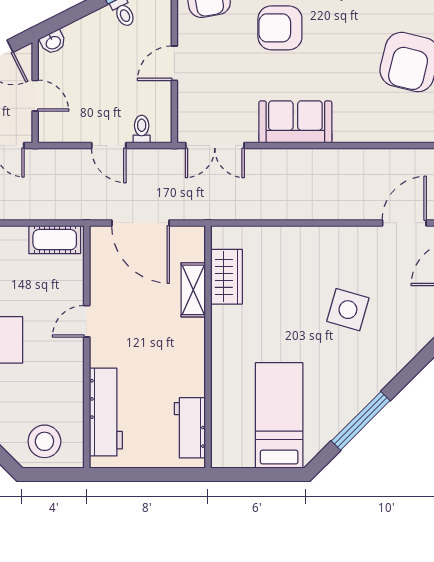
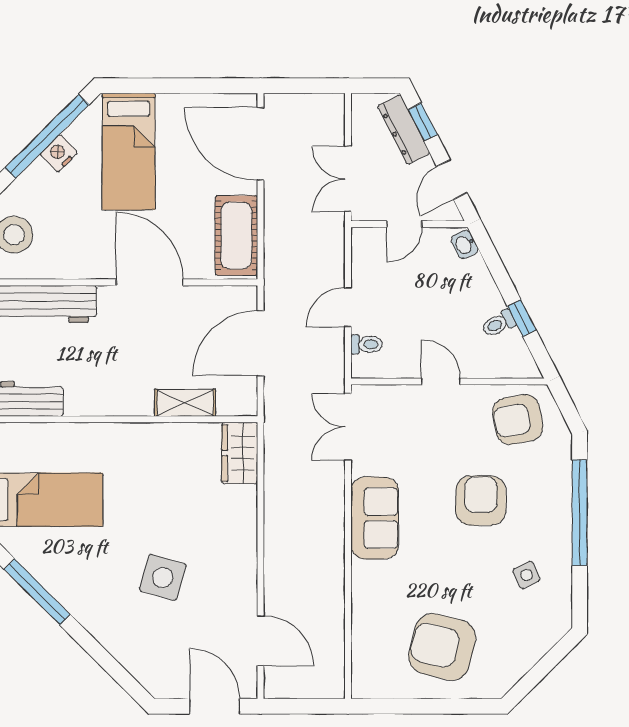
cot: (55, 240) -> (236, 236), width x1.37, depth x1.34
wardrobe: (226, 277) -> (240, 453), moved, turned 90
door: (87, 321) -> (150, 282), width x1.88

